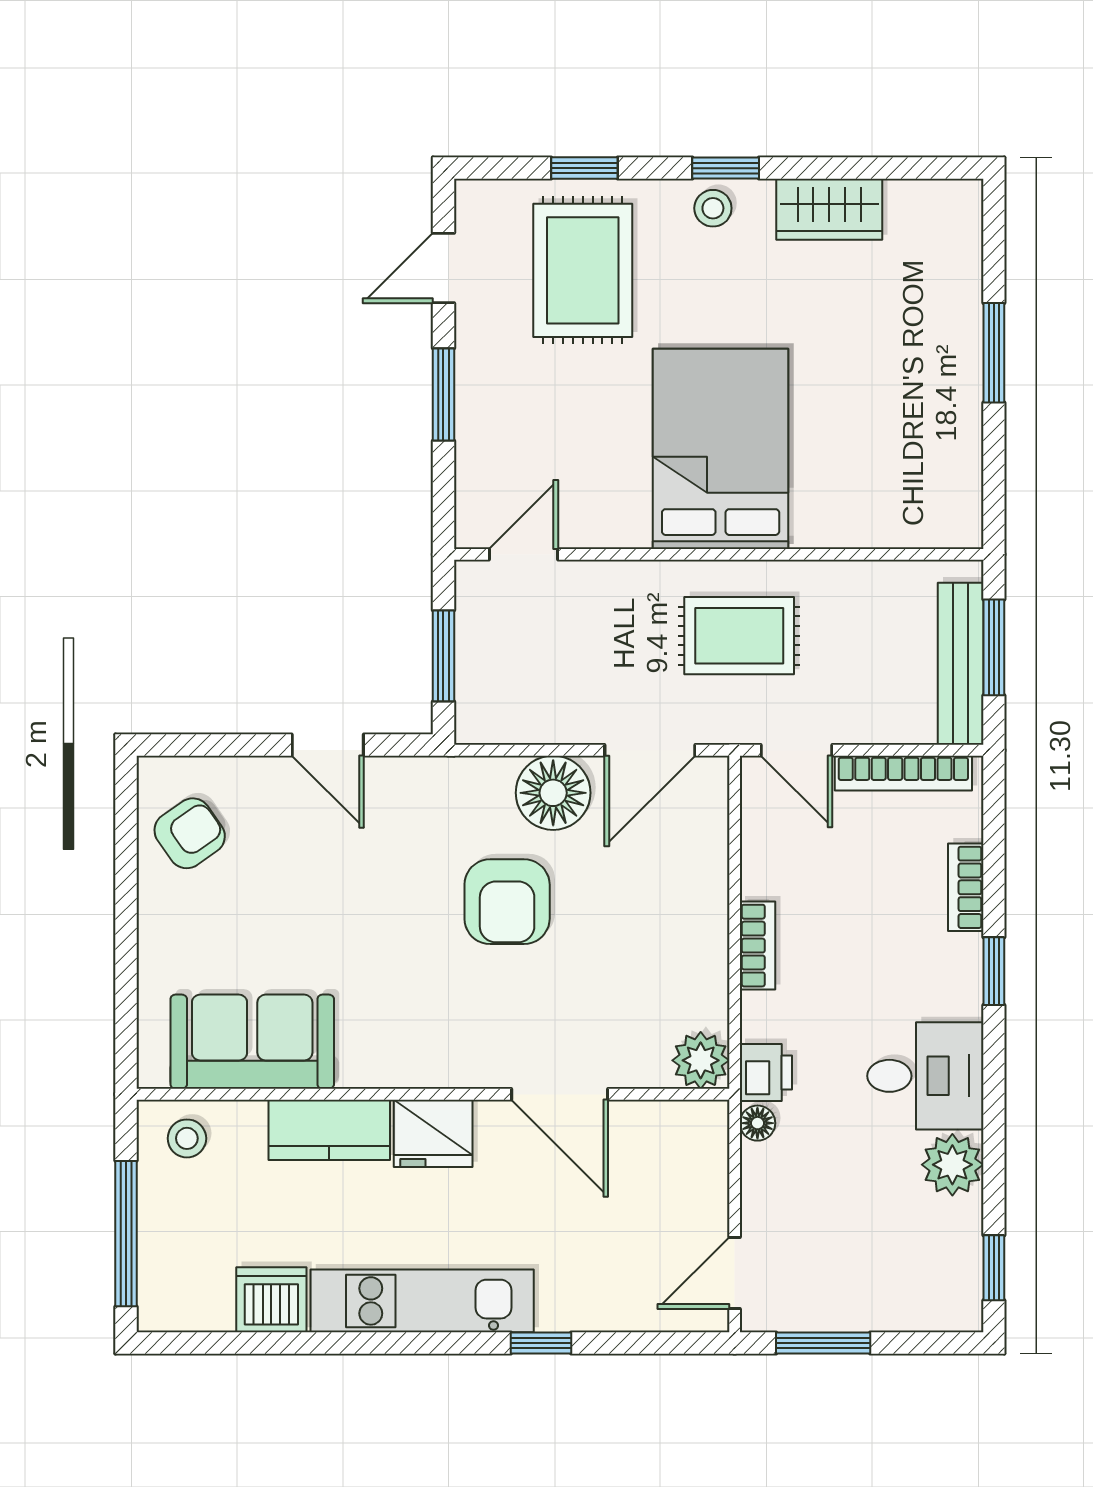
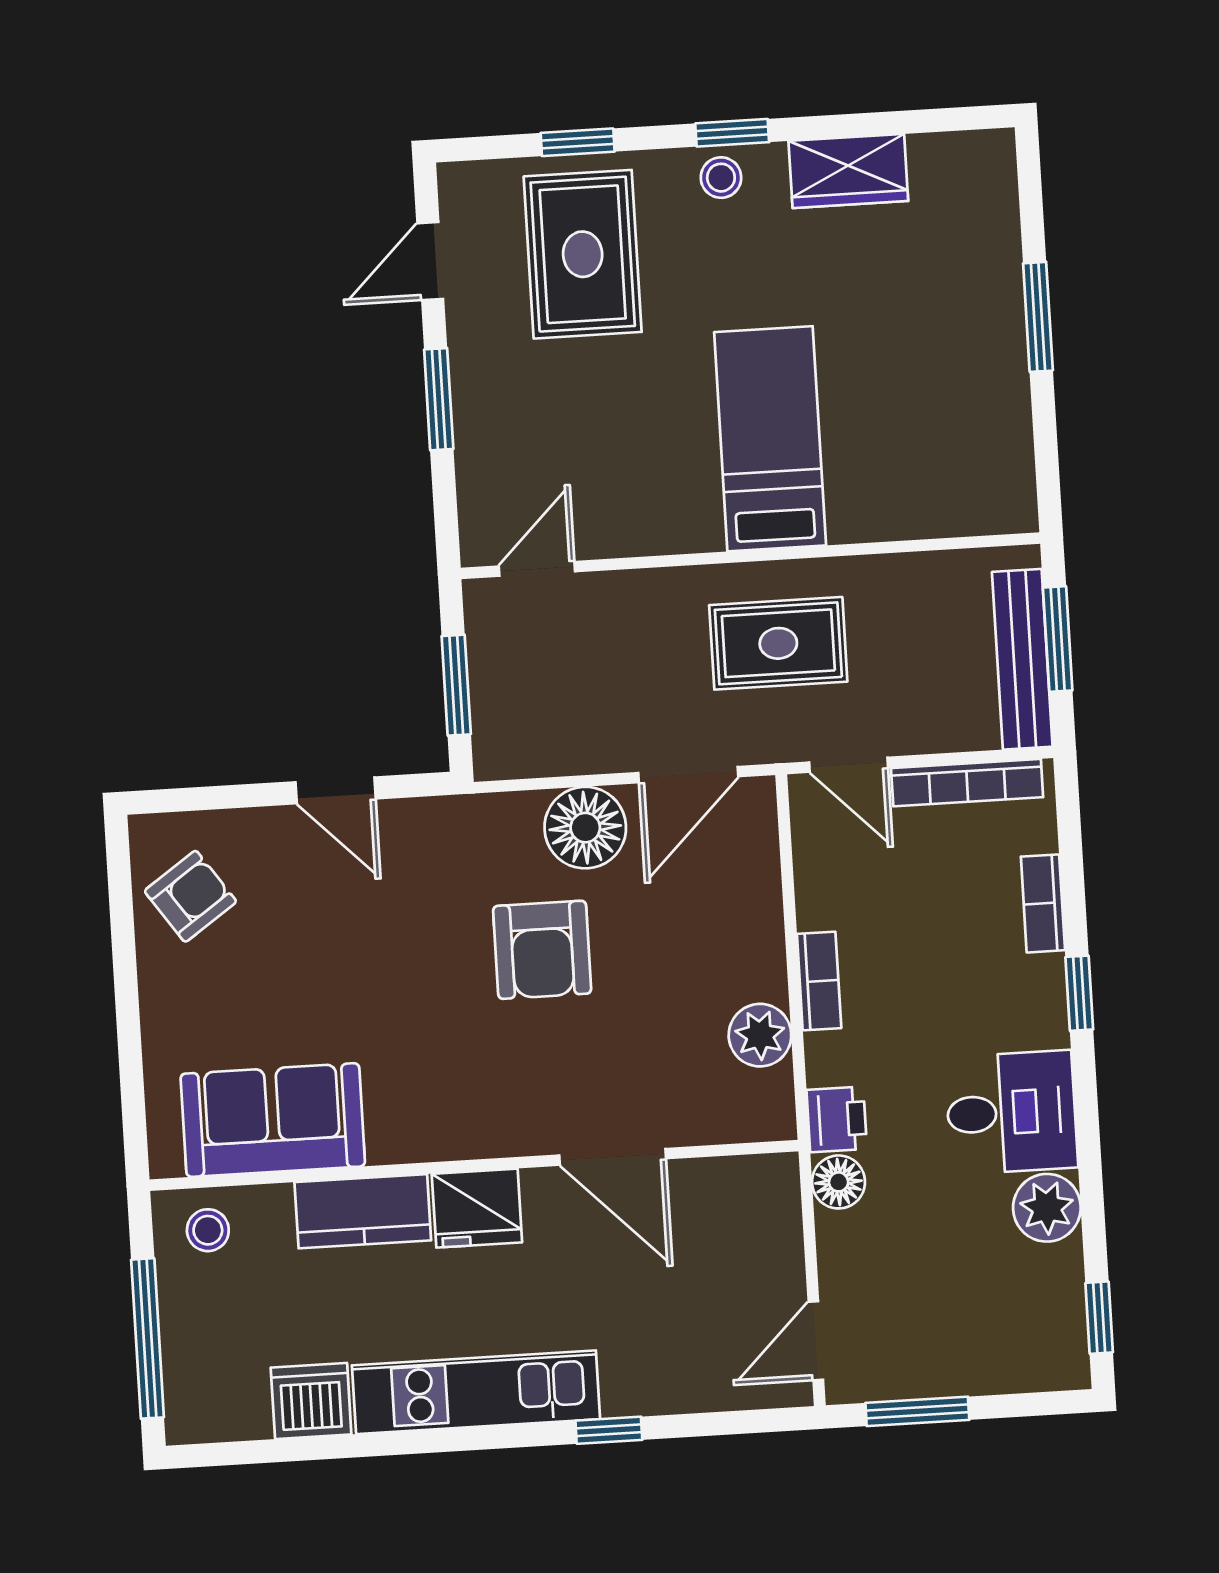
bed: (721, 449) -> (770, 439), width x0.67
plant: (701, 1060) -> (760, 1035), moved
floor lamp: (757, 1123) -> (839, 1182), width x1.37, depth x1.37

